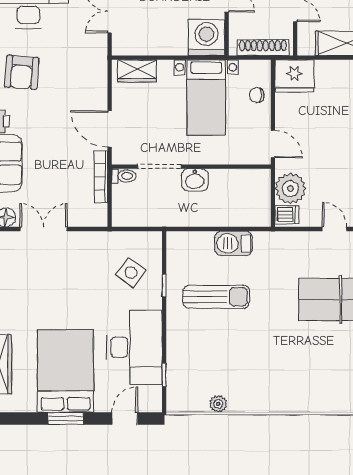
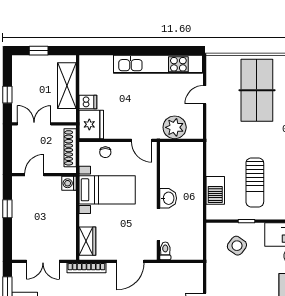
washing machine: (207, 38) -> (69, 183), width x0.53, depth x0.53
door: (273, 144) -> (142, 140), swing flipped
bookcase: (101, 177) -> (86, 268), moved
dishwasher: (287, 215) -> (88, 102), moved, turned 90
barbecue: (234, 243) -> (215, 190), moved
sun lounger: (216, 297) -> (255, 182), turned 180

